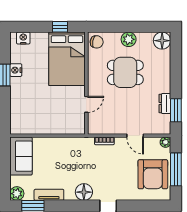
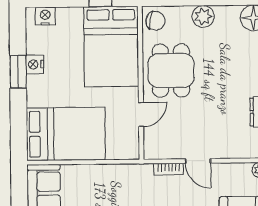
dining table: (125, 72) -> (171, 71), moved, turned 90
bed: (36, 117) -> (66, 134), added
door: (135, 136) -> (198, 161), moved

